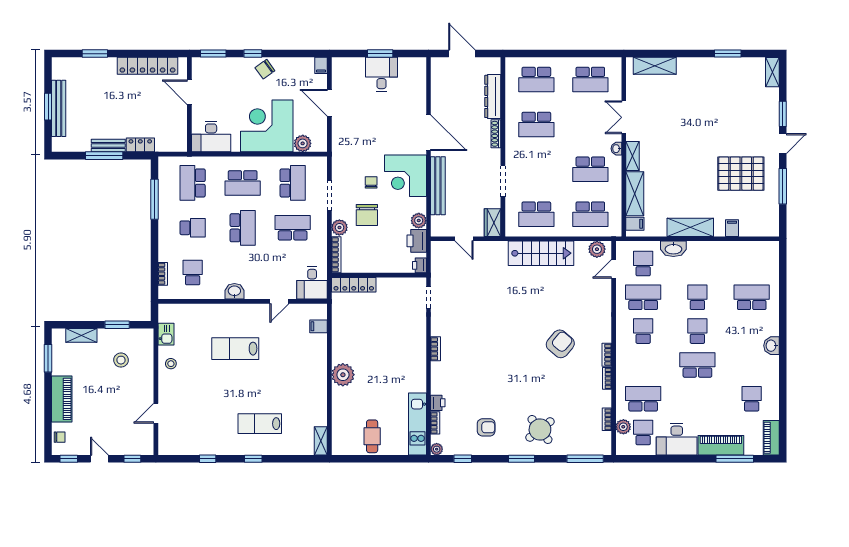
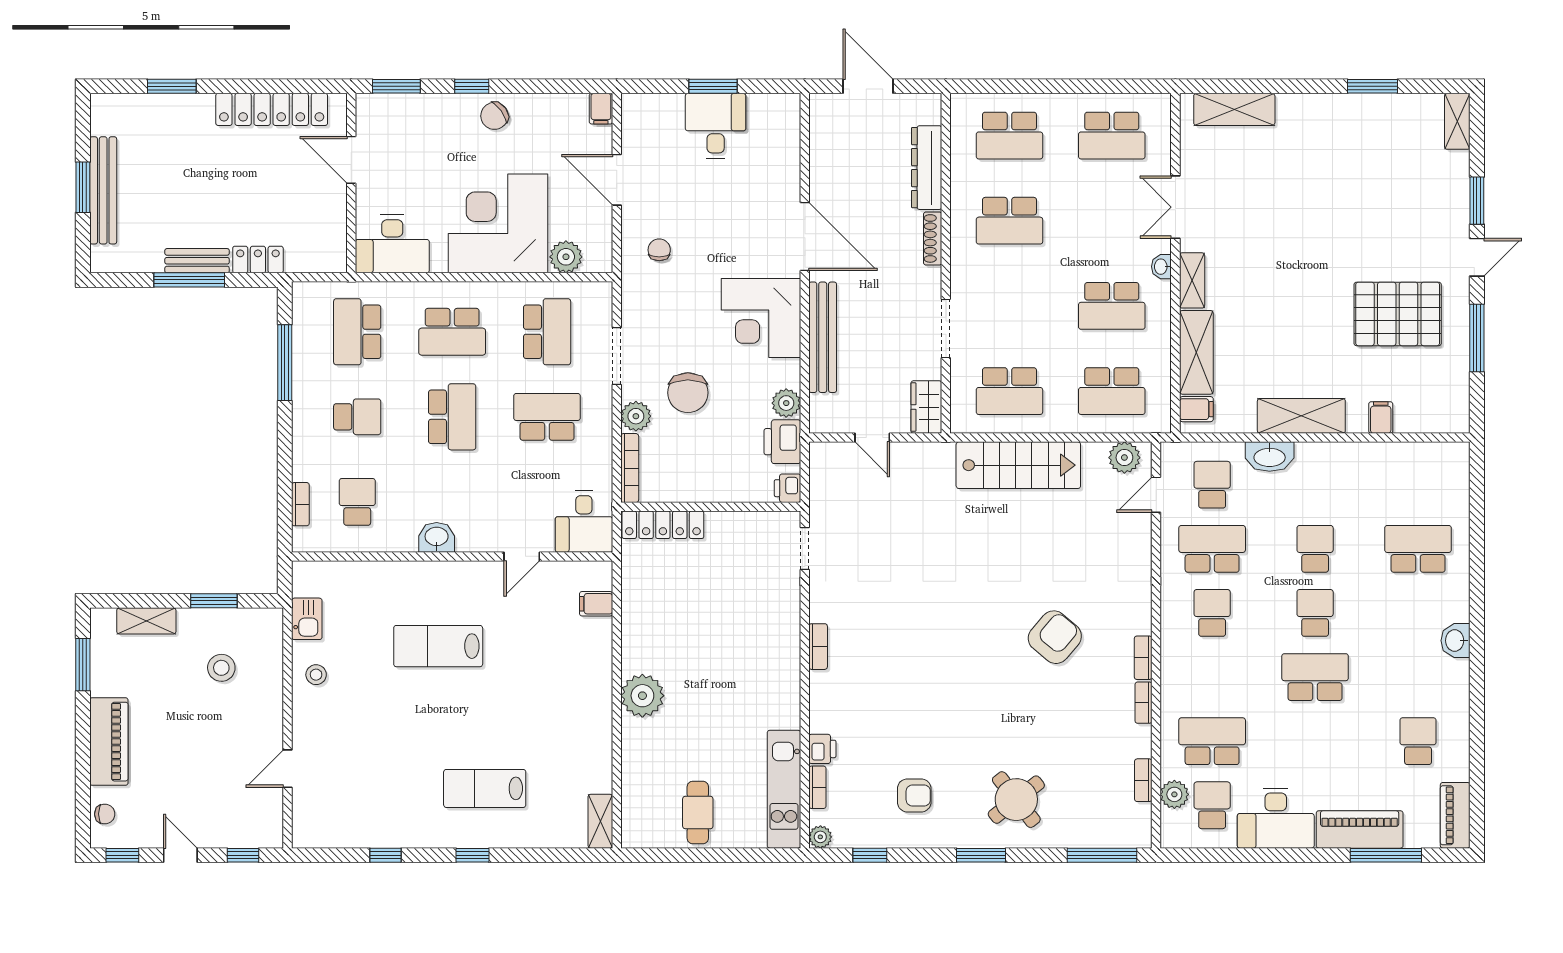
chair: (371, 182) -> (659, 250), moved

